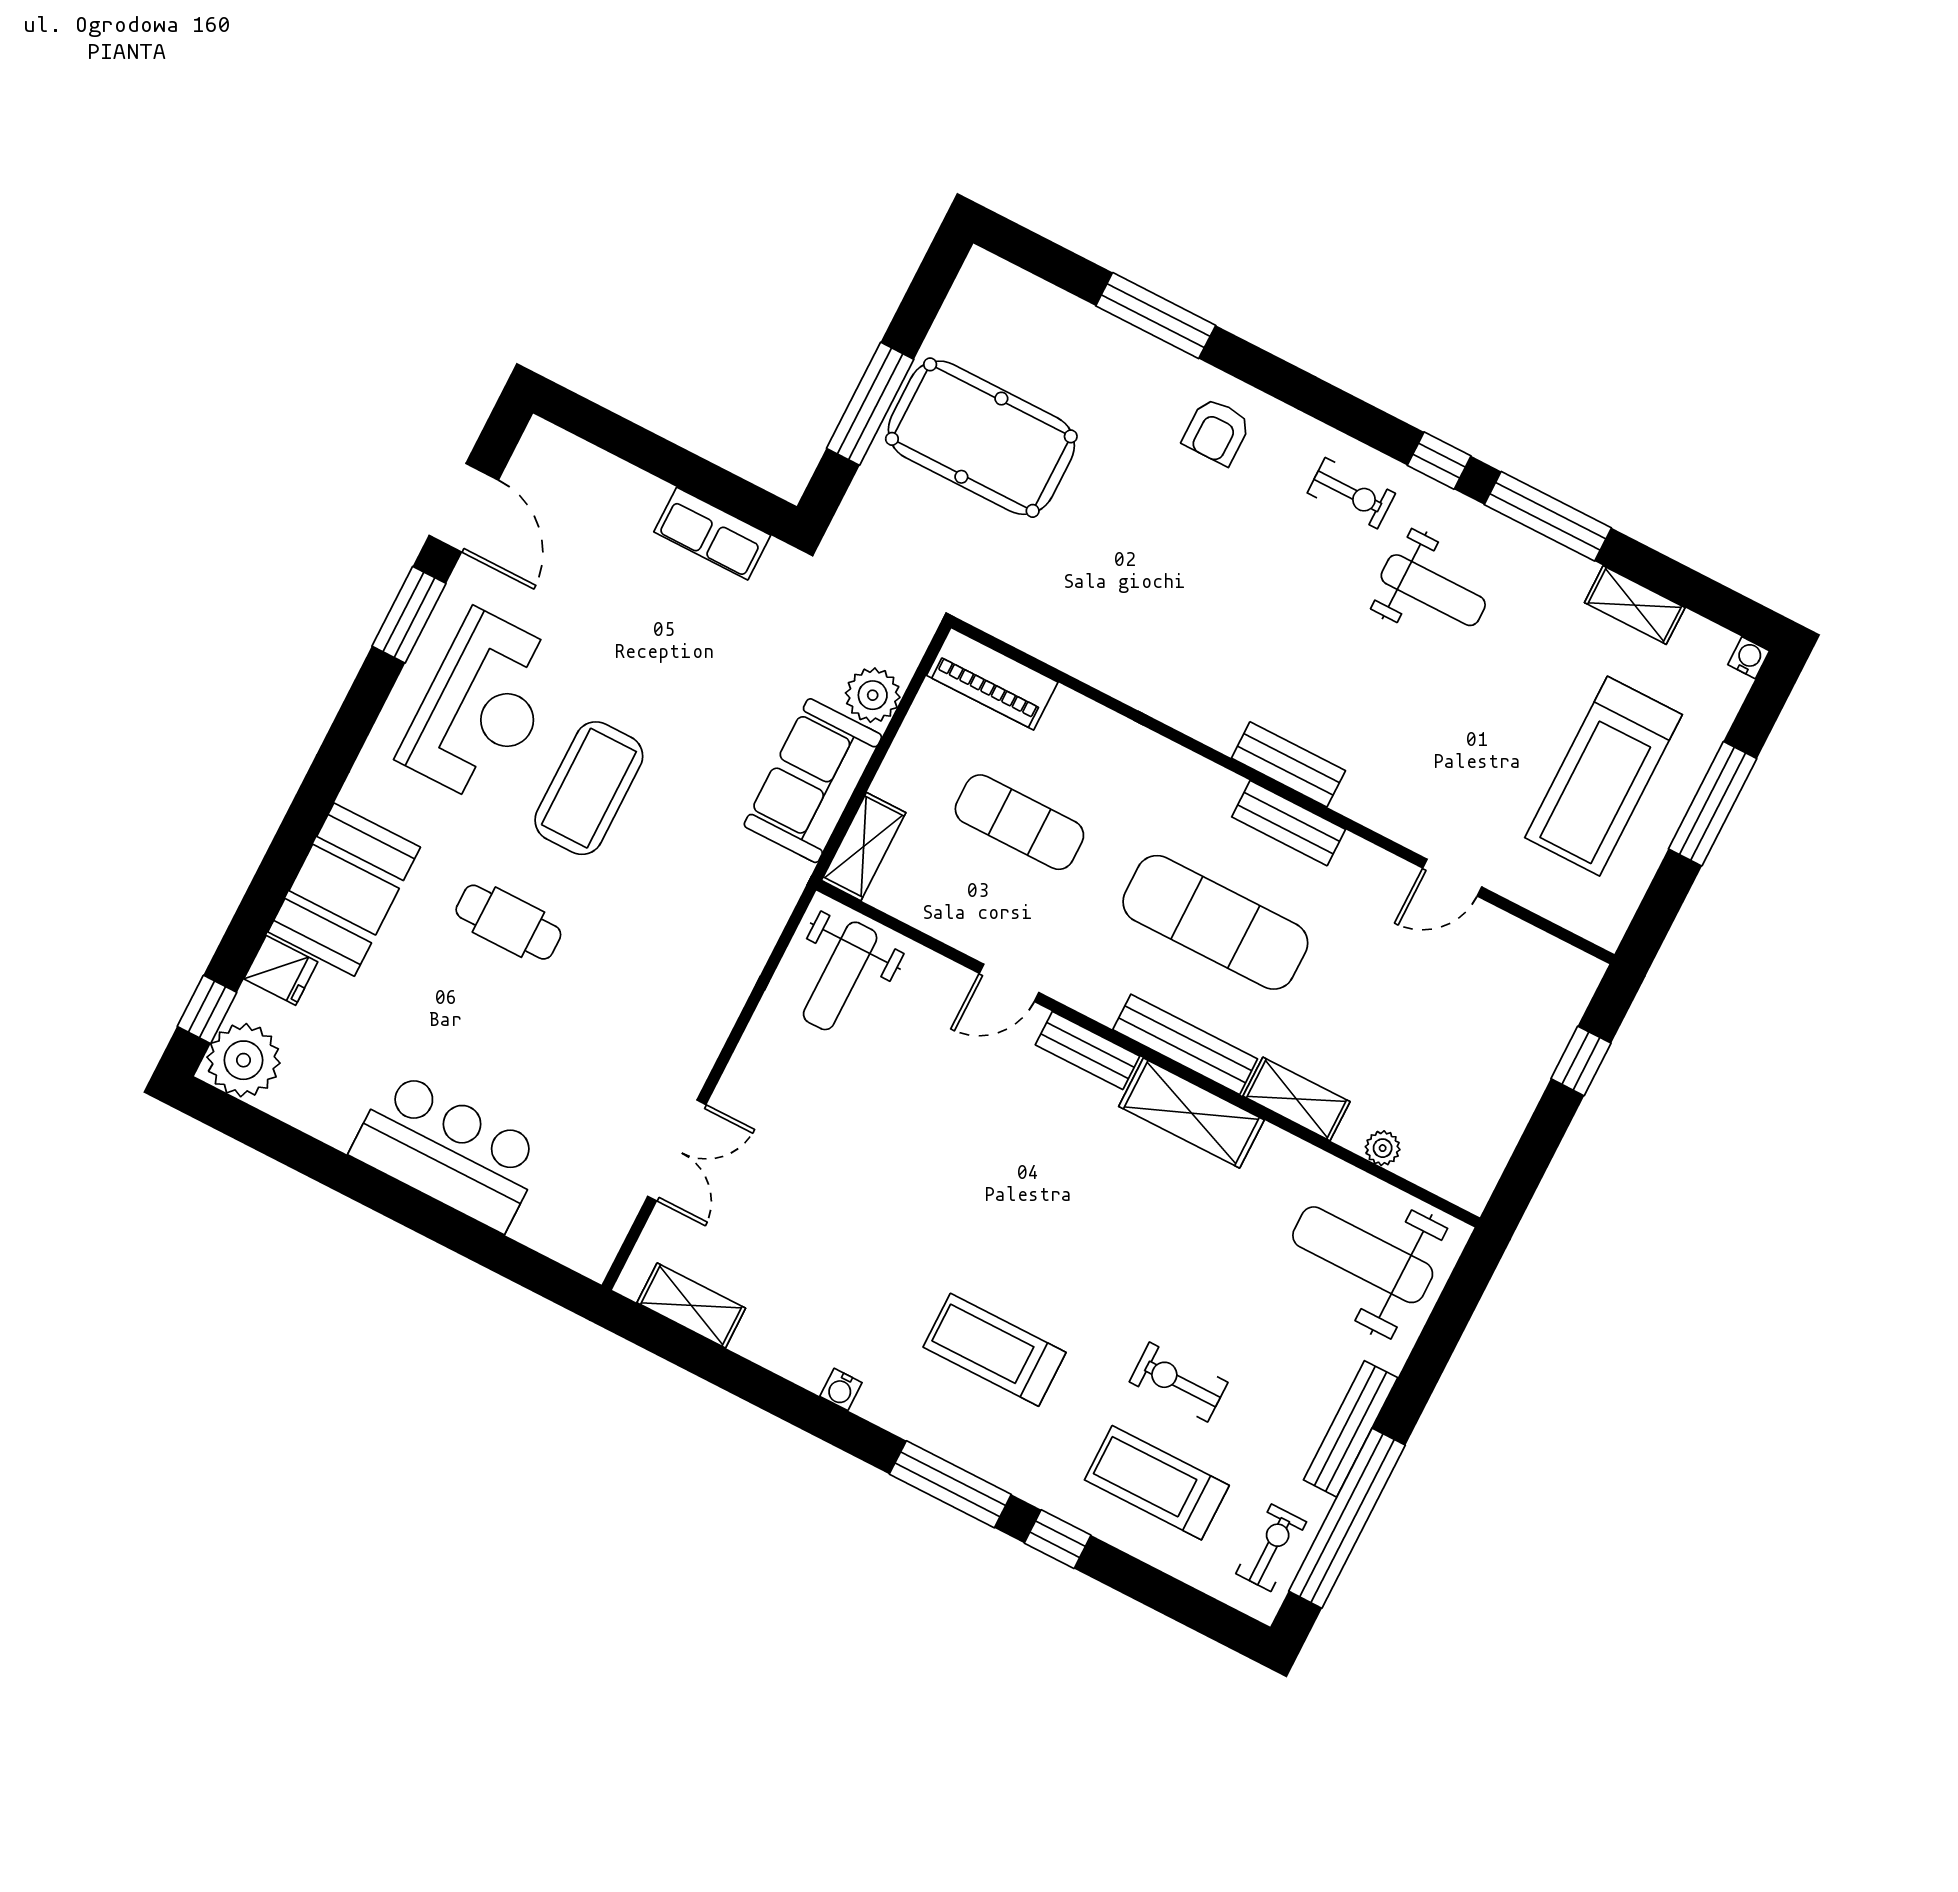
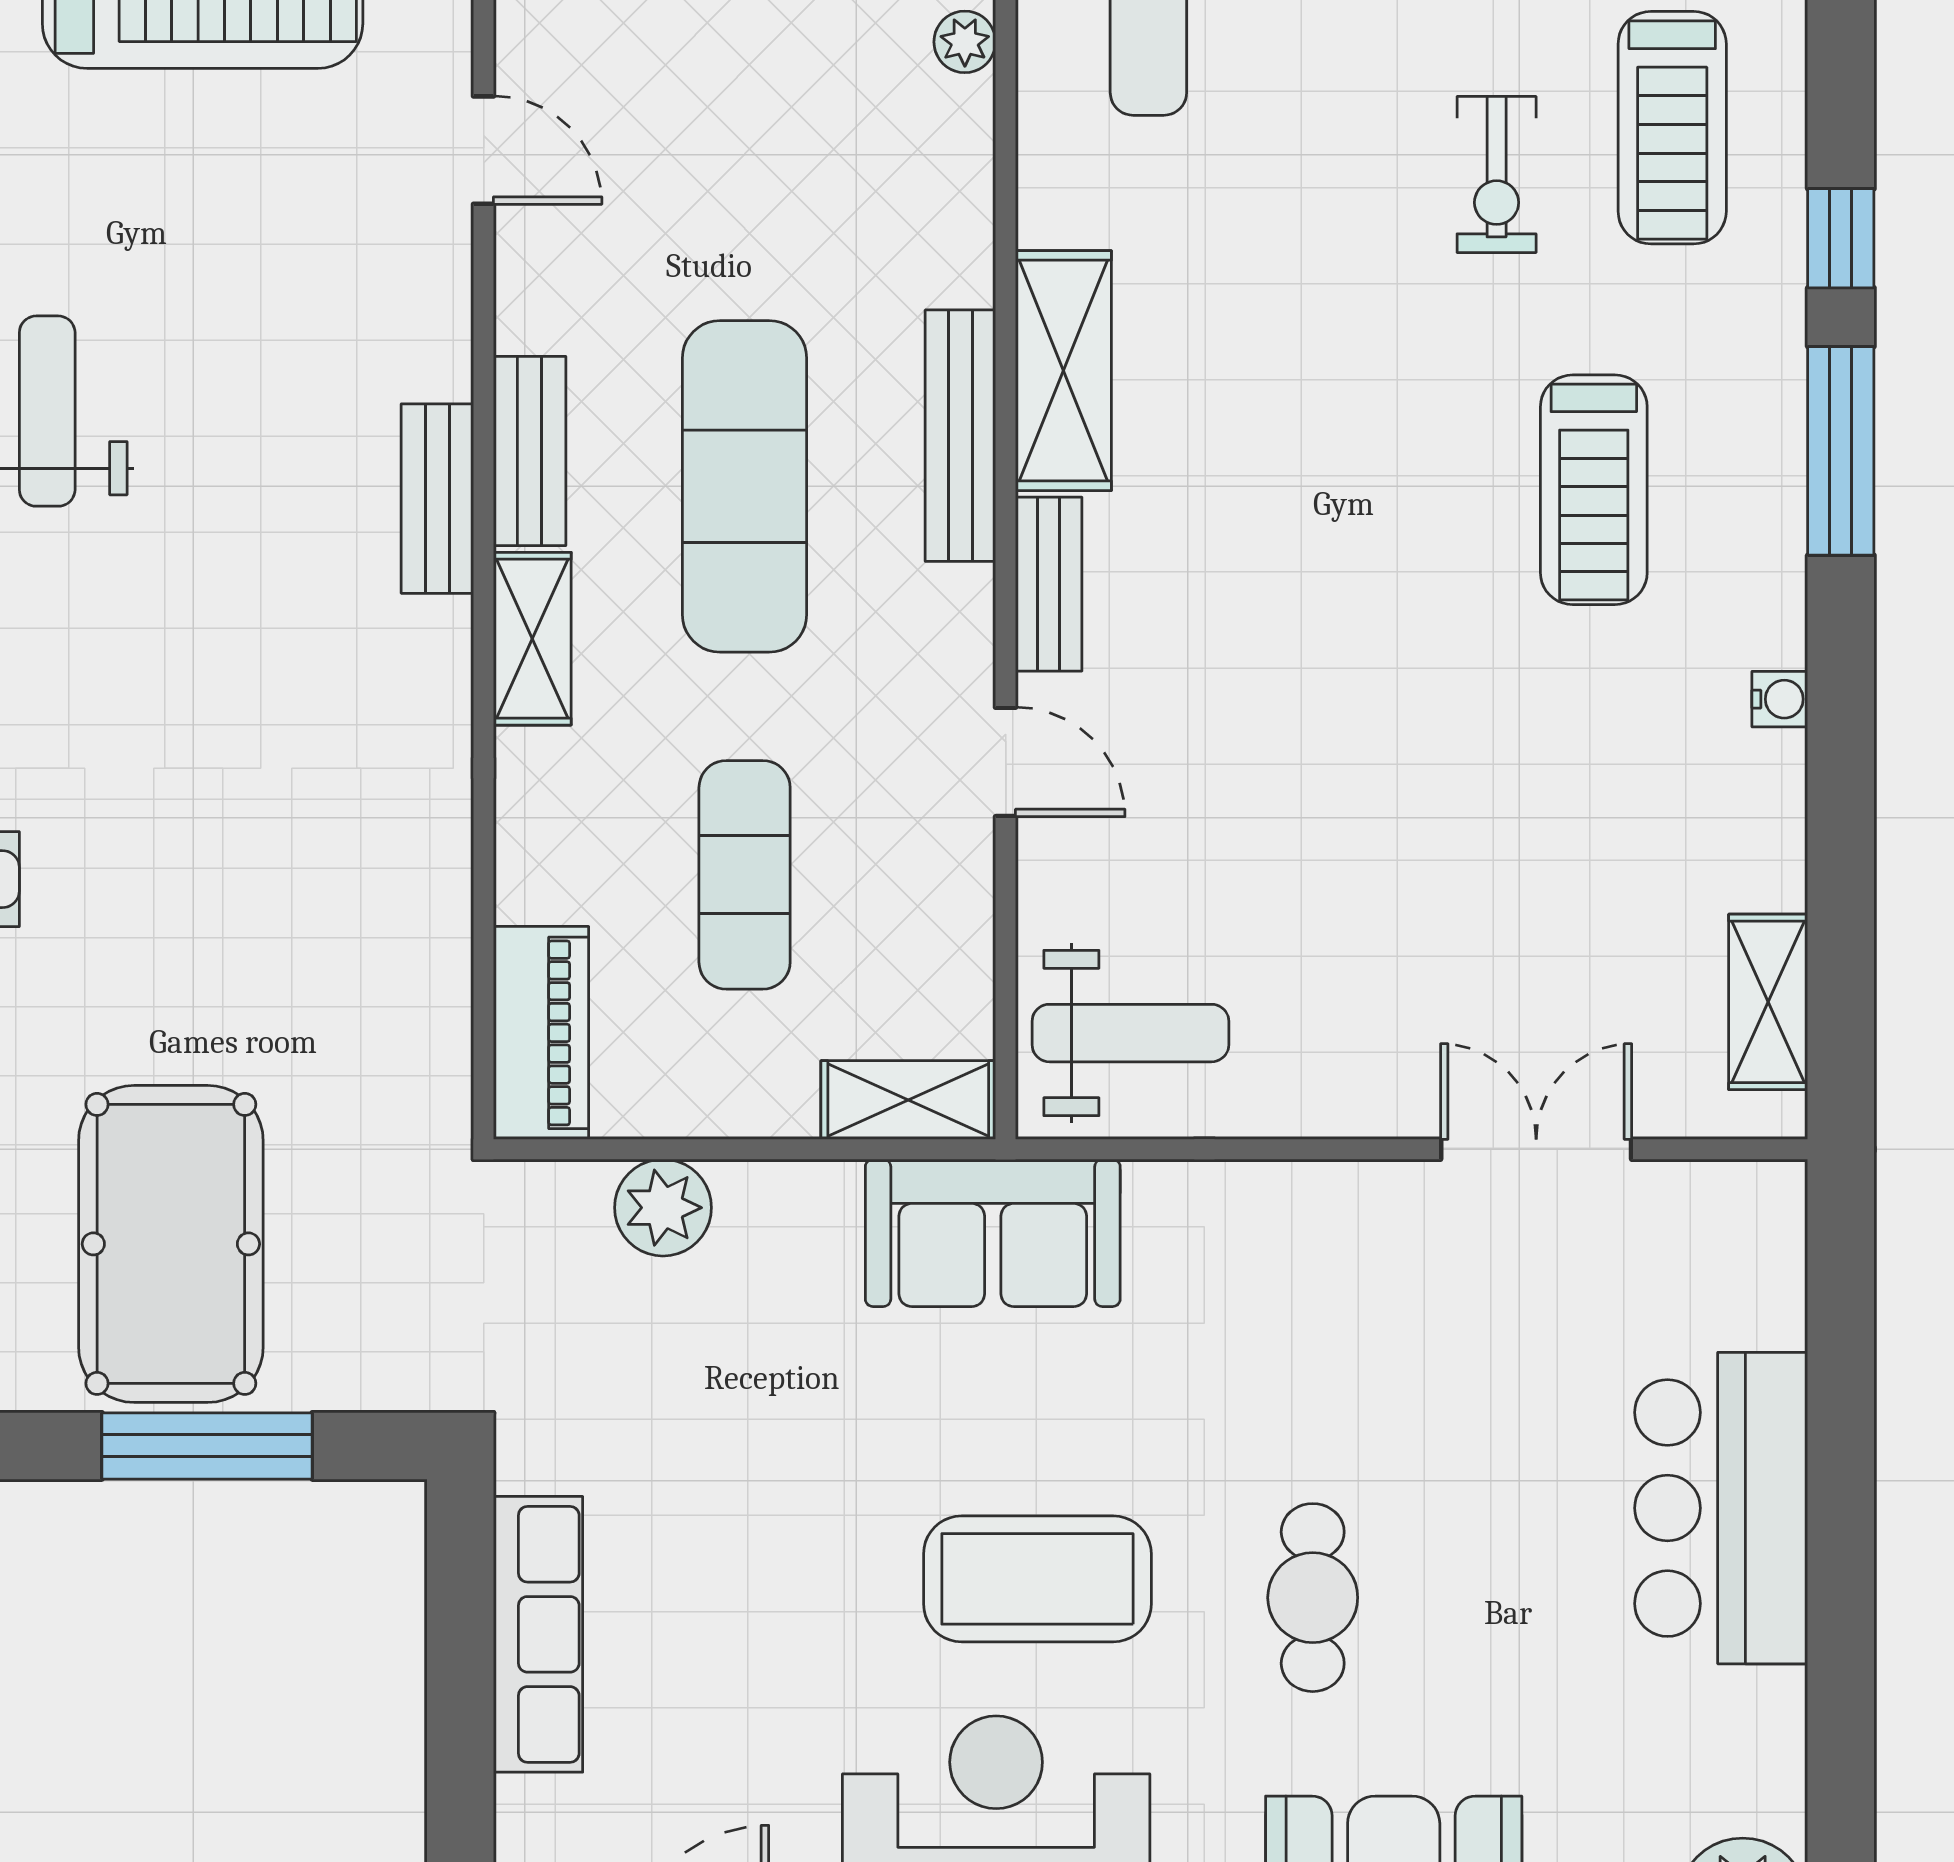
row of seats: (712, 534) -> (538, 1634), width x1.48
sofa: (813, 781) -> (993, 1233), moved
shelving: (1296, 1099) -> (532, 639), moved

